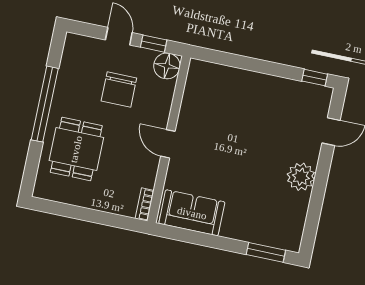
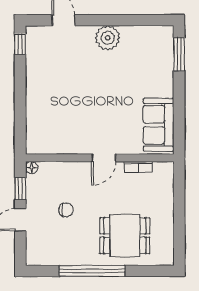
floor lamp: (167, 66) -> (32, 168), width x0.53, depth x0.53
chair: (119, 89) -> (66, 210), width x0.54, depth x0.54
bookcase: (145, 204) -> (138, 167), moved

